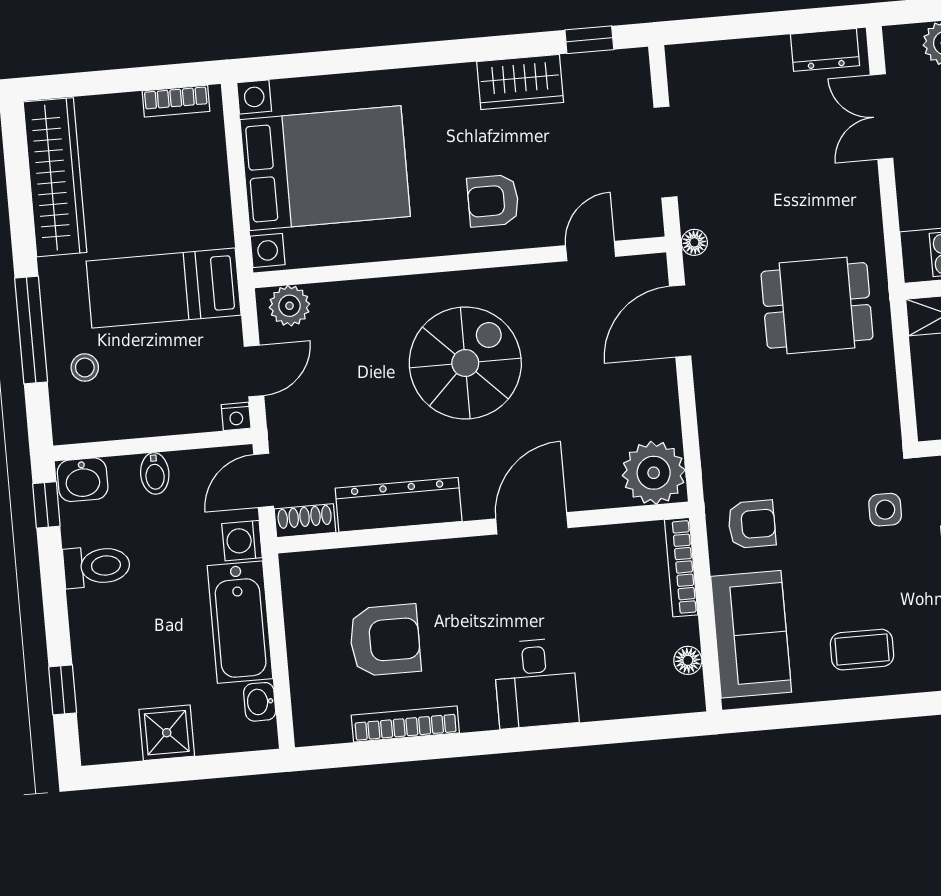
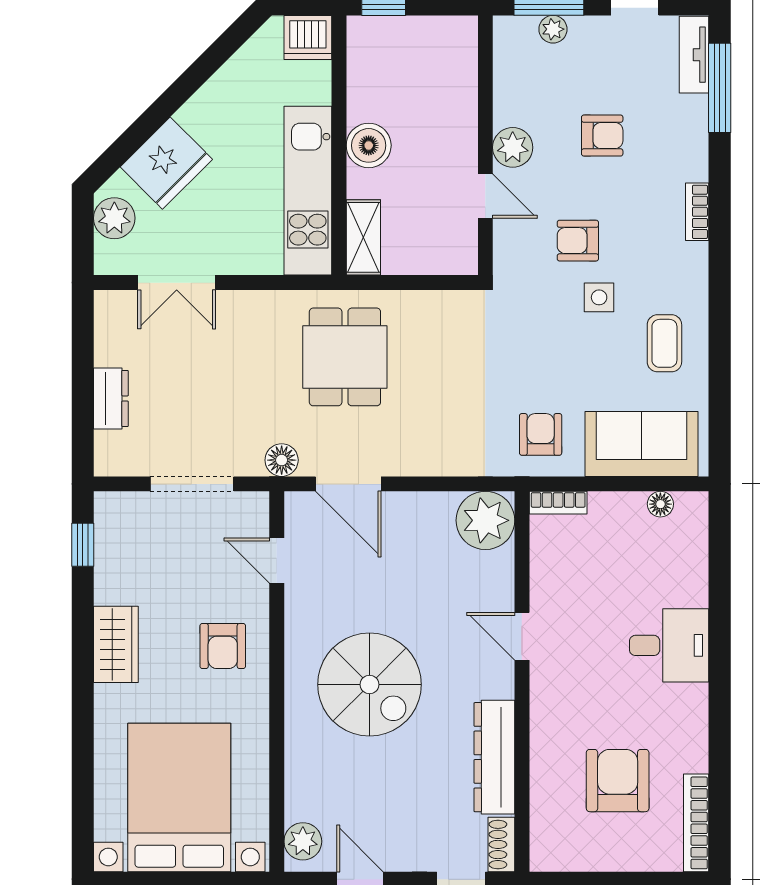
dresser: (825, 50) -> (111, 398), moved
wardrobe: (520, 82) -> (116, 644), moved
floor lamp: (694, 242) -> (282, 460), width x1.37, depth x1.37
spiral stairs: (465, 363) -> (370, 685), turned 180
side table: (885, 510) -> (599, 297), moved
door: (532, 523) -> (522, 636), width x0.73
bookcase: (681, 567) -> (558, 503), width x0.64
bookcase: (405, 724) -> (696, 823), moved

